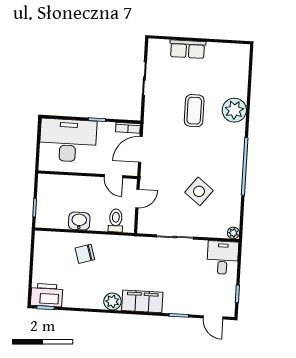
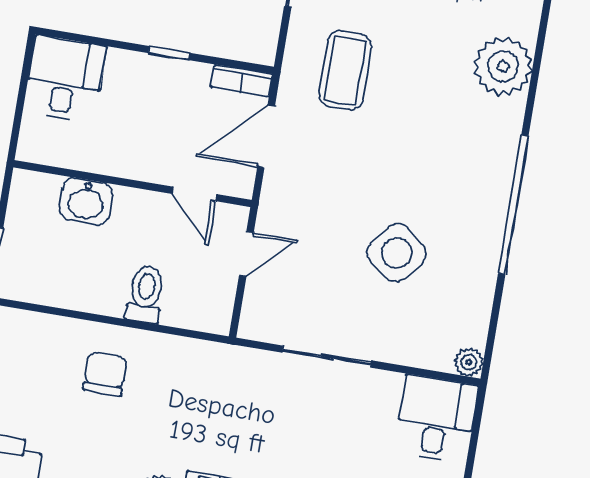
coffee table: (194, 111) -> (345, 70), moved
desk: (68, 140) -> (65, 79), width x0.53, depth x0.77
toilet: (116, 220) -> (145, 294), moved
washbasin: (79, 221) -> (86, 201), moved, turned 180
chair: (85, 254) -> (105, 374), turned 107

